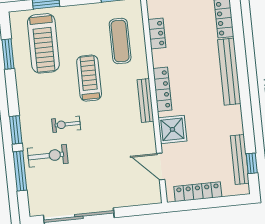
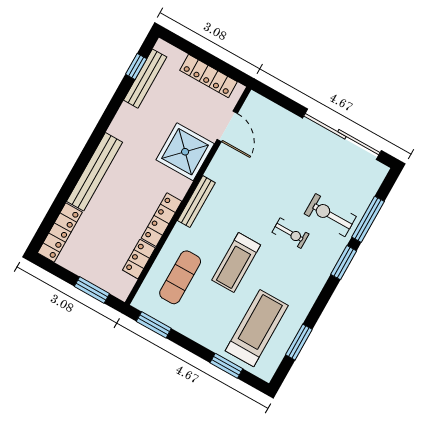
locker: (162, 89) -> (162, 220), moved
shower: (172, 129) -> (185, 152), width x1.37, depth x1.37

